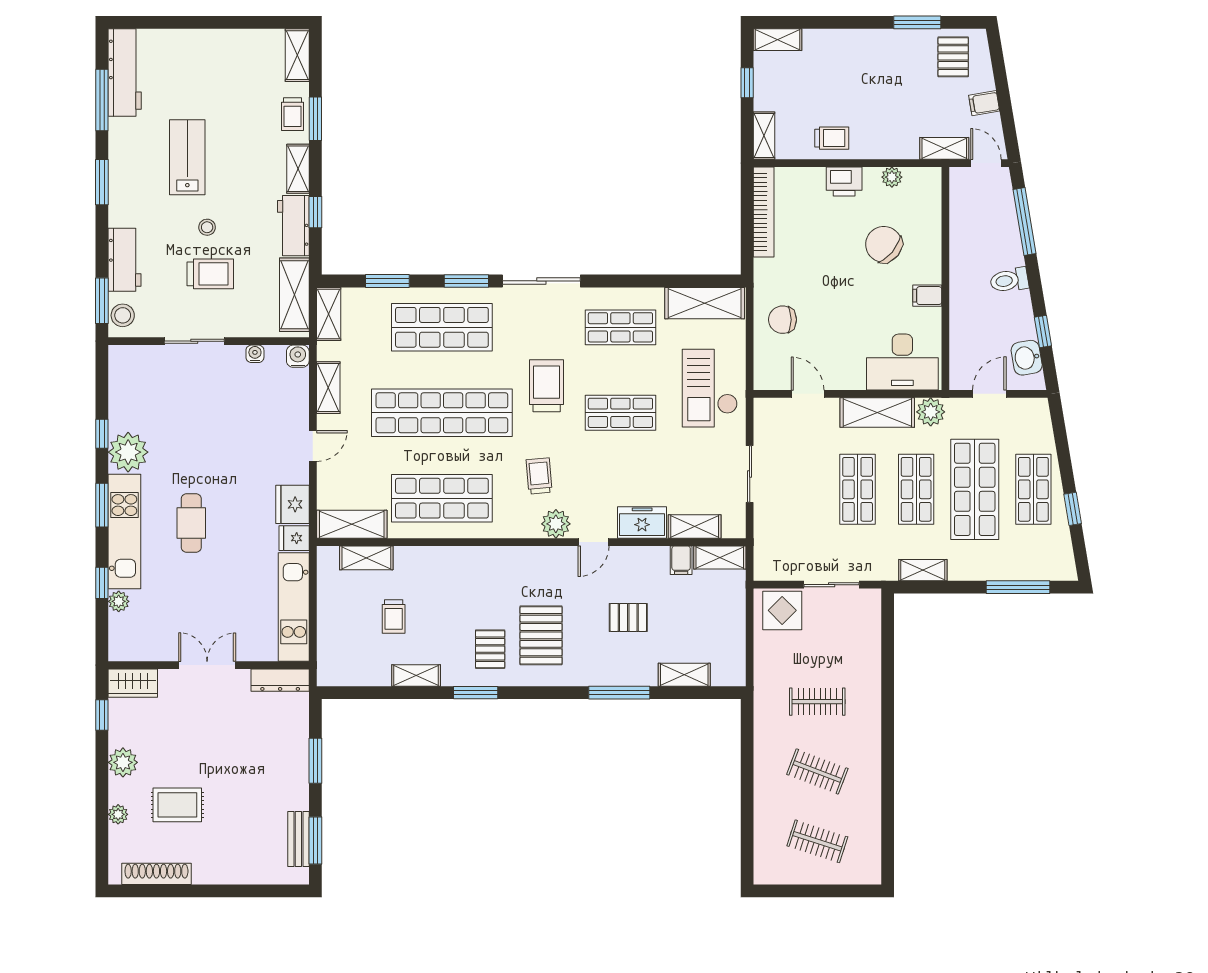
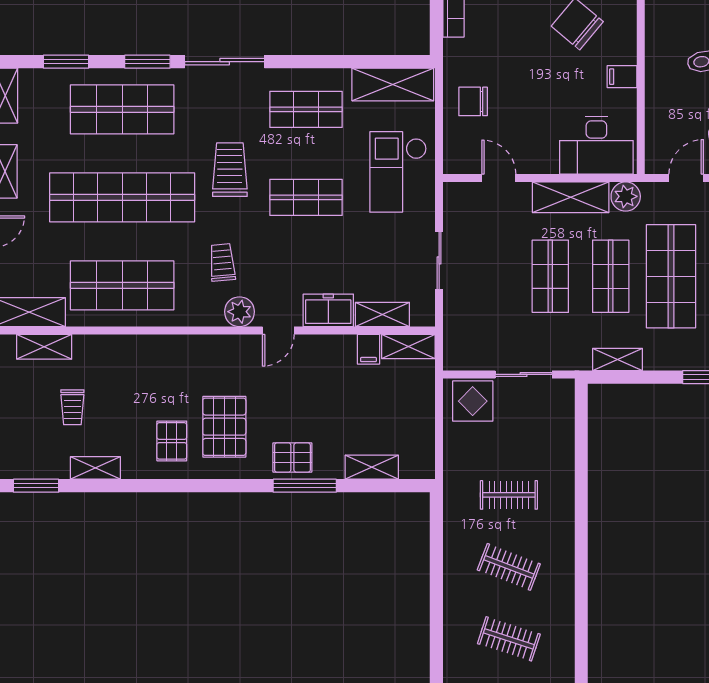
pallet: (628, 617) -> (292, 458), moved
window: (476, 693) -> (36, 486), moved

